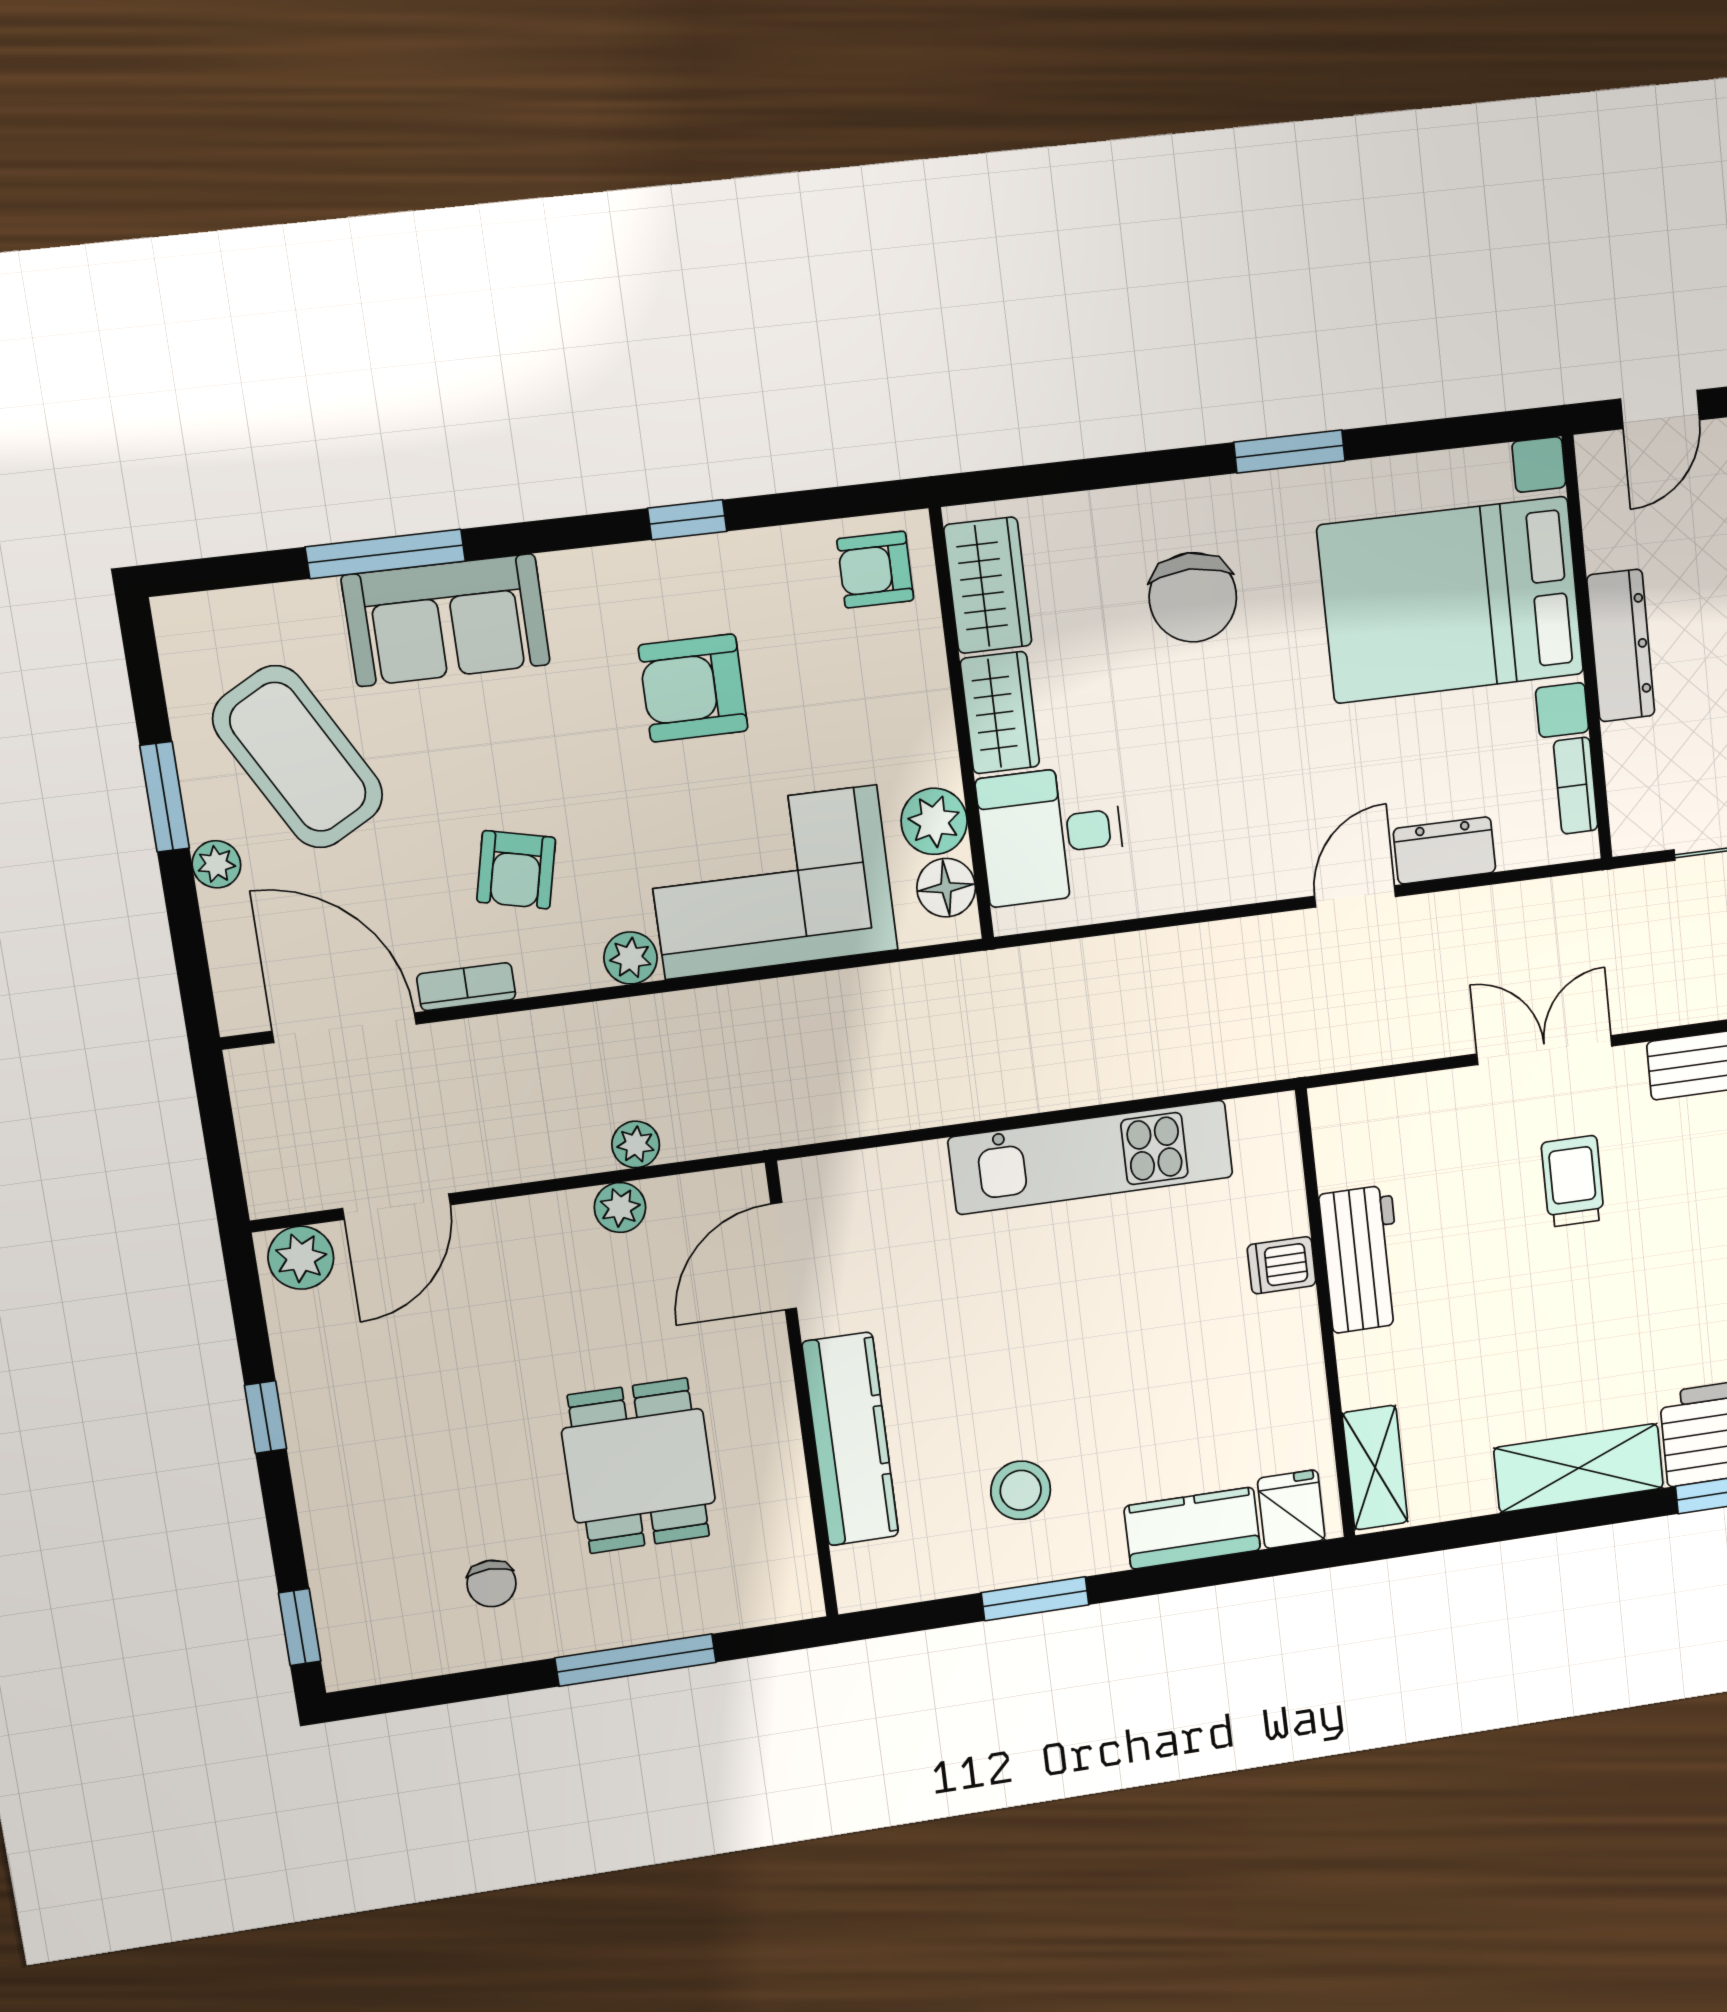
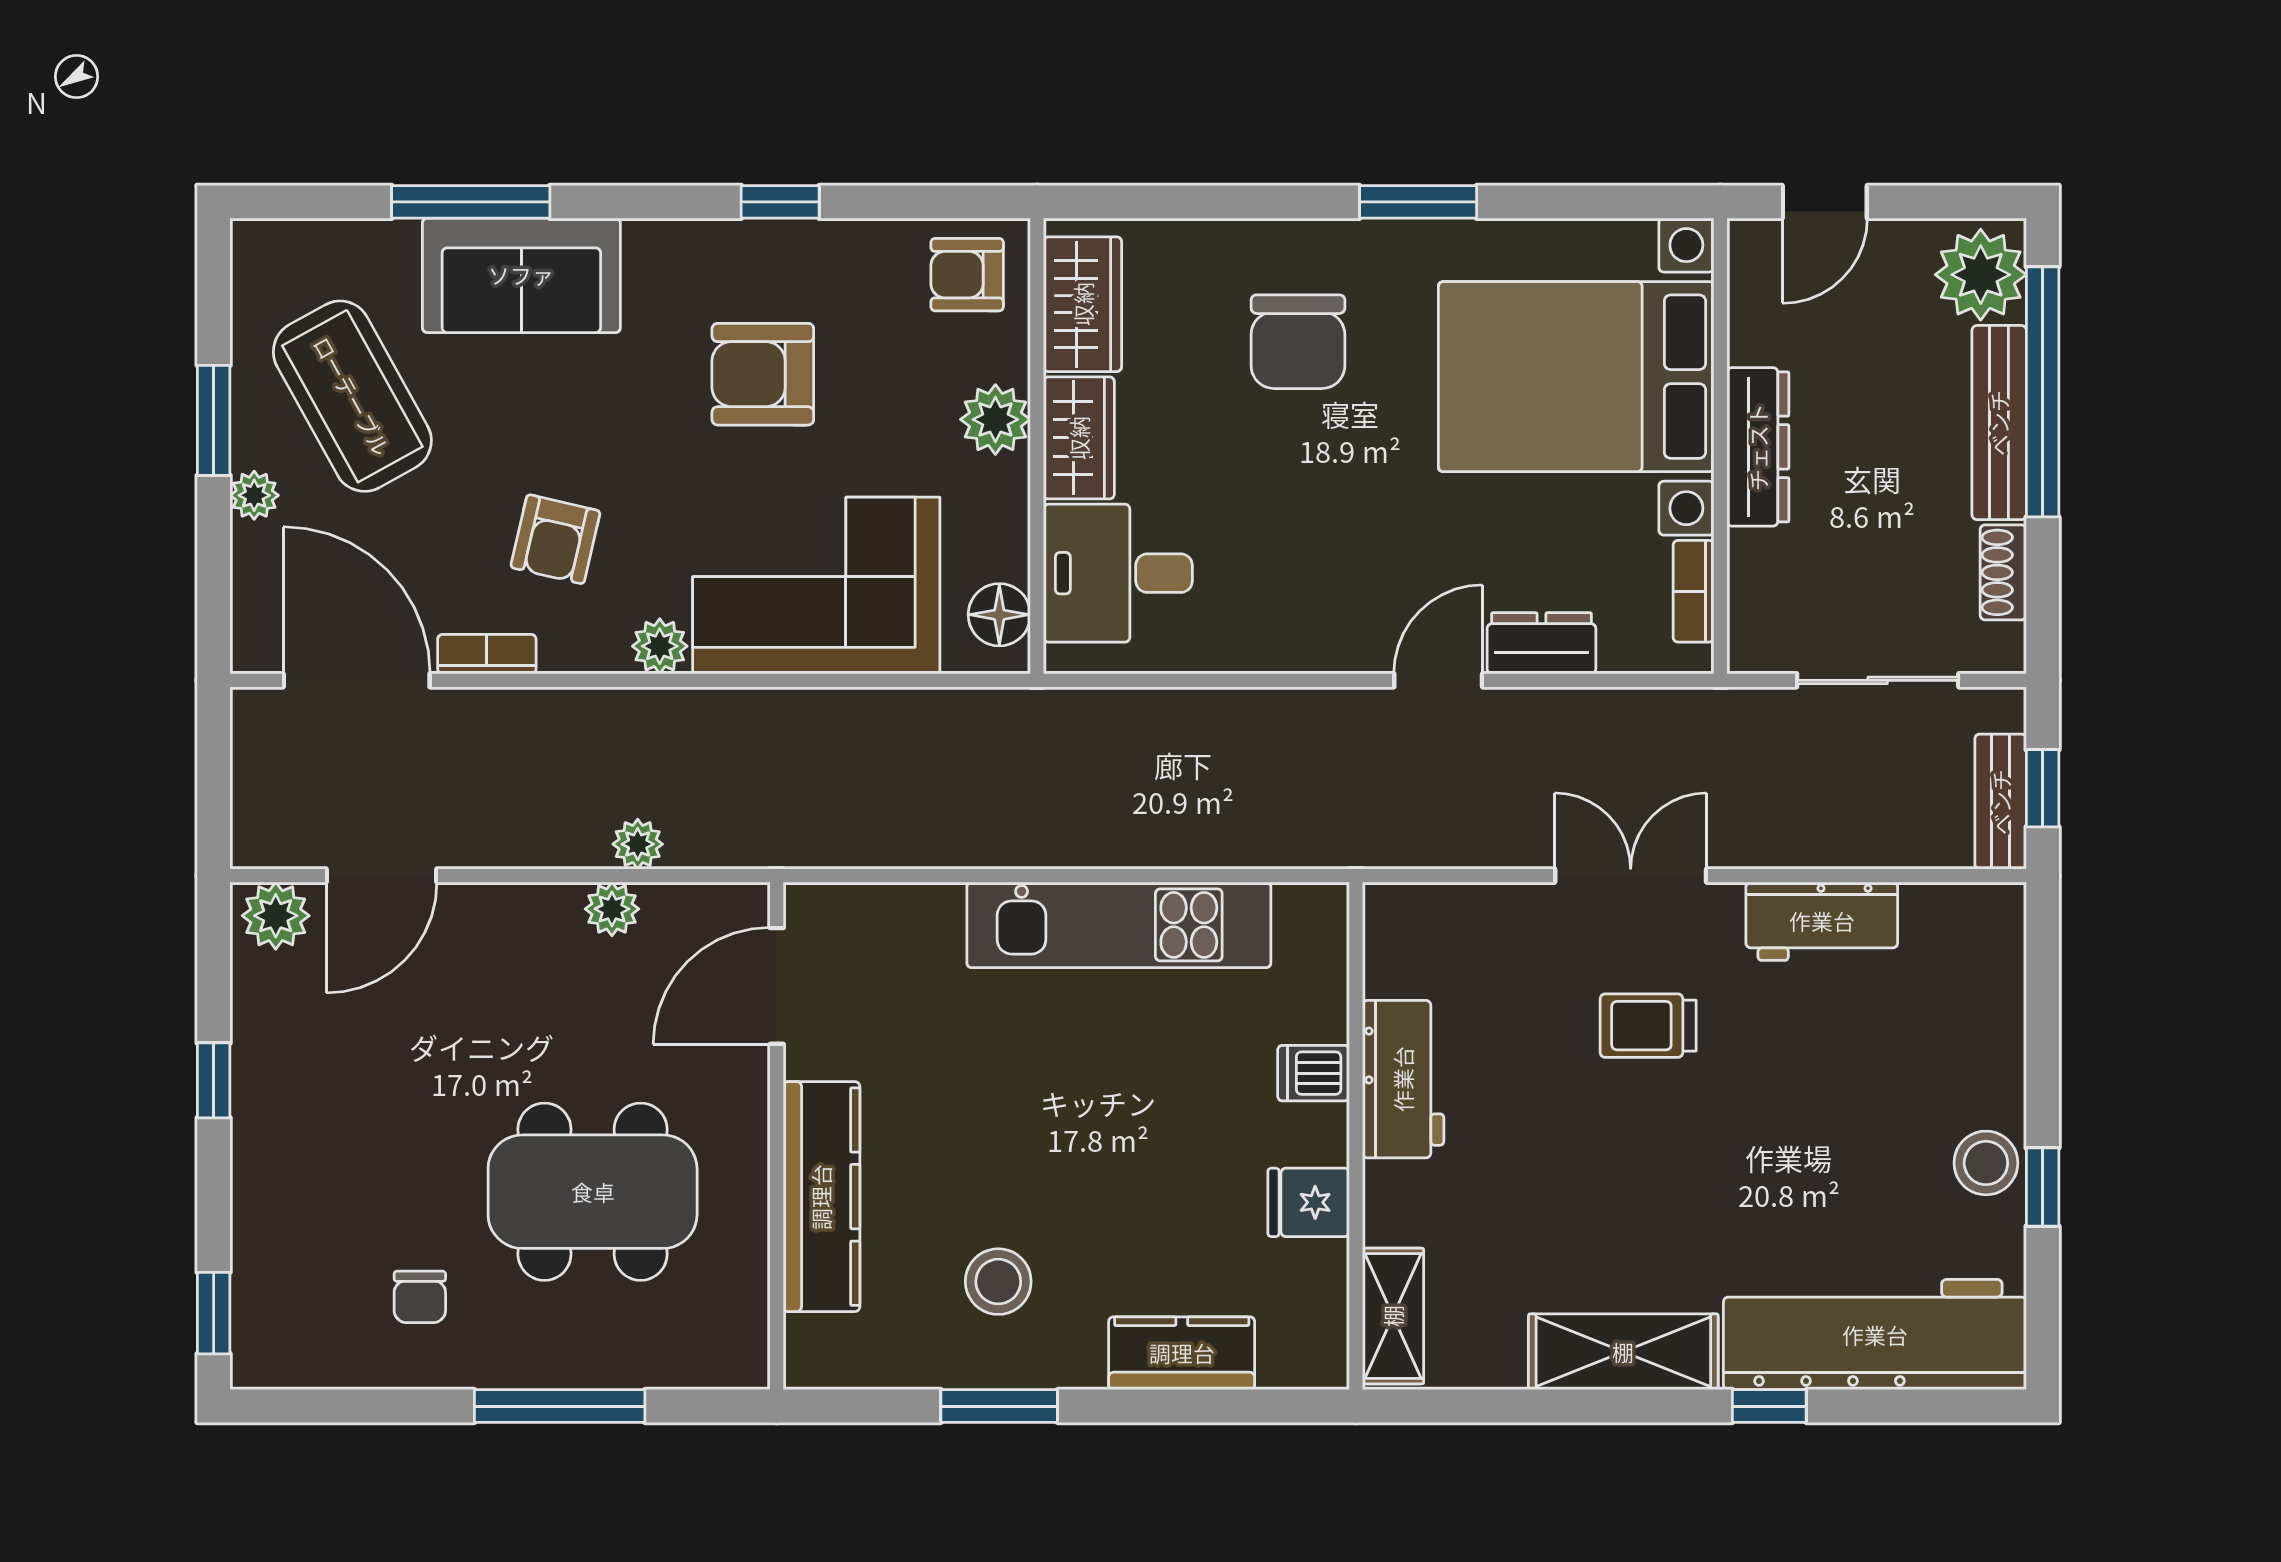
plant: (934, 821) -> (995, 419), moved
trolley: (1573, 1181) -> (1648, 1026), turned -90
dining table: (639, 1466) -> (593, 1192), width x1.38
fridge: (1291, 1509) -> (1309, 1202), moved, turned -90

